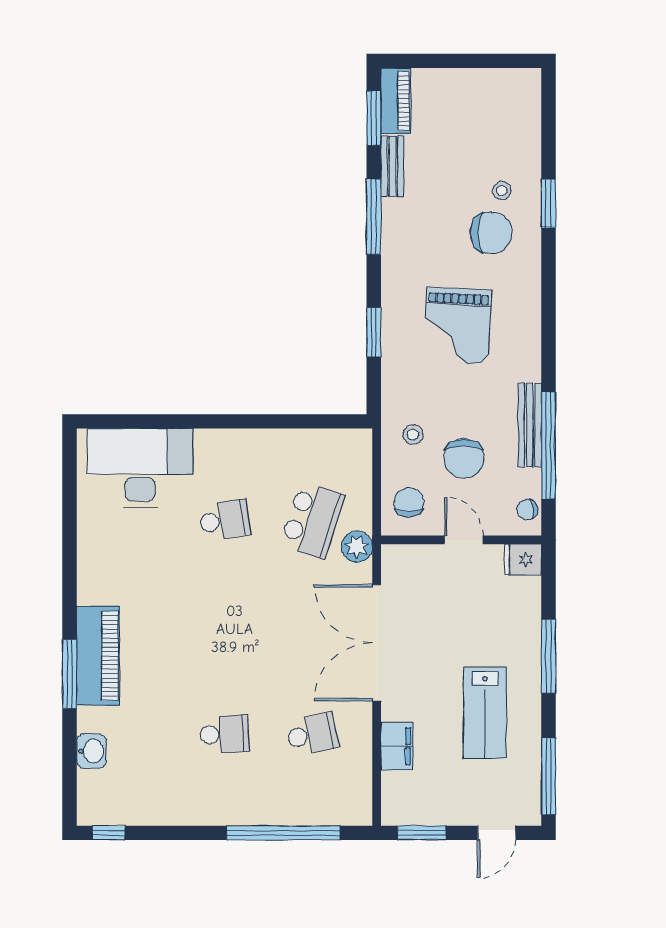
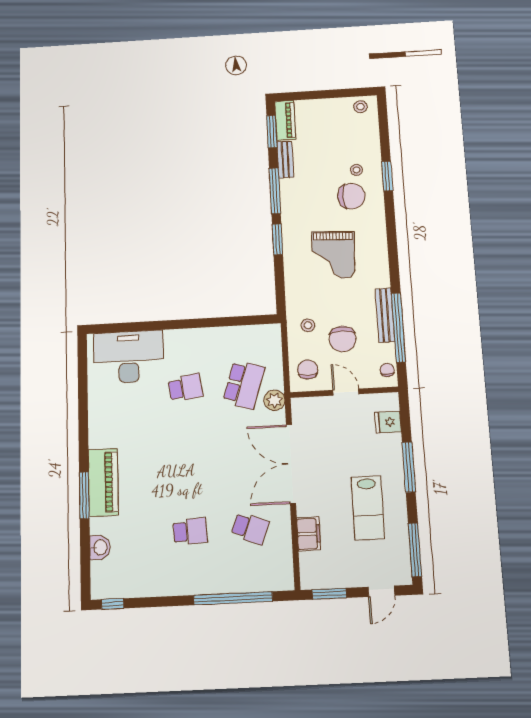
stool: (515, 86) -> (360, 107), added
window: (374, 332) -> (277, 239), moved
chair: (527, 510) -> (387, 370), turned 100
fridge: (523, 560) -> (388, 422), moved
school desk: (312, 734) -> (250, 528), turned 33

